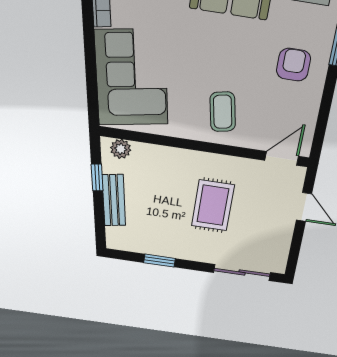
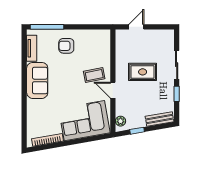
door: (282, 158) -> (113, 90), moved
bench: (114, 200) -> (159, 119), moved
sliding door: (242, 272) -> (177, 65), moved

